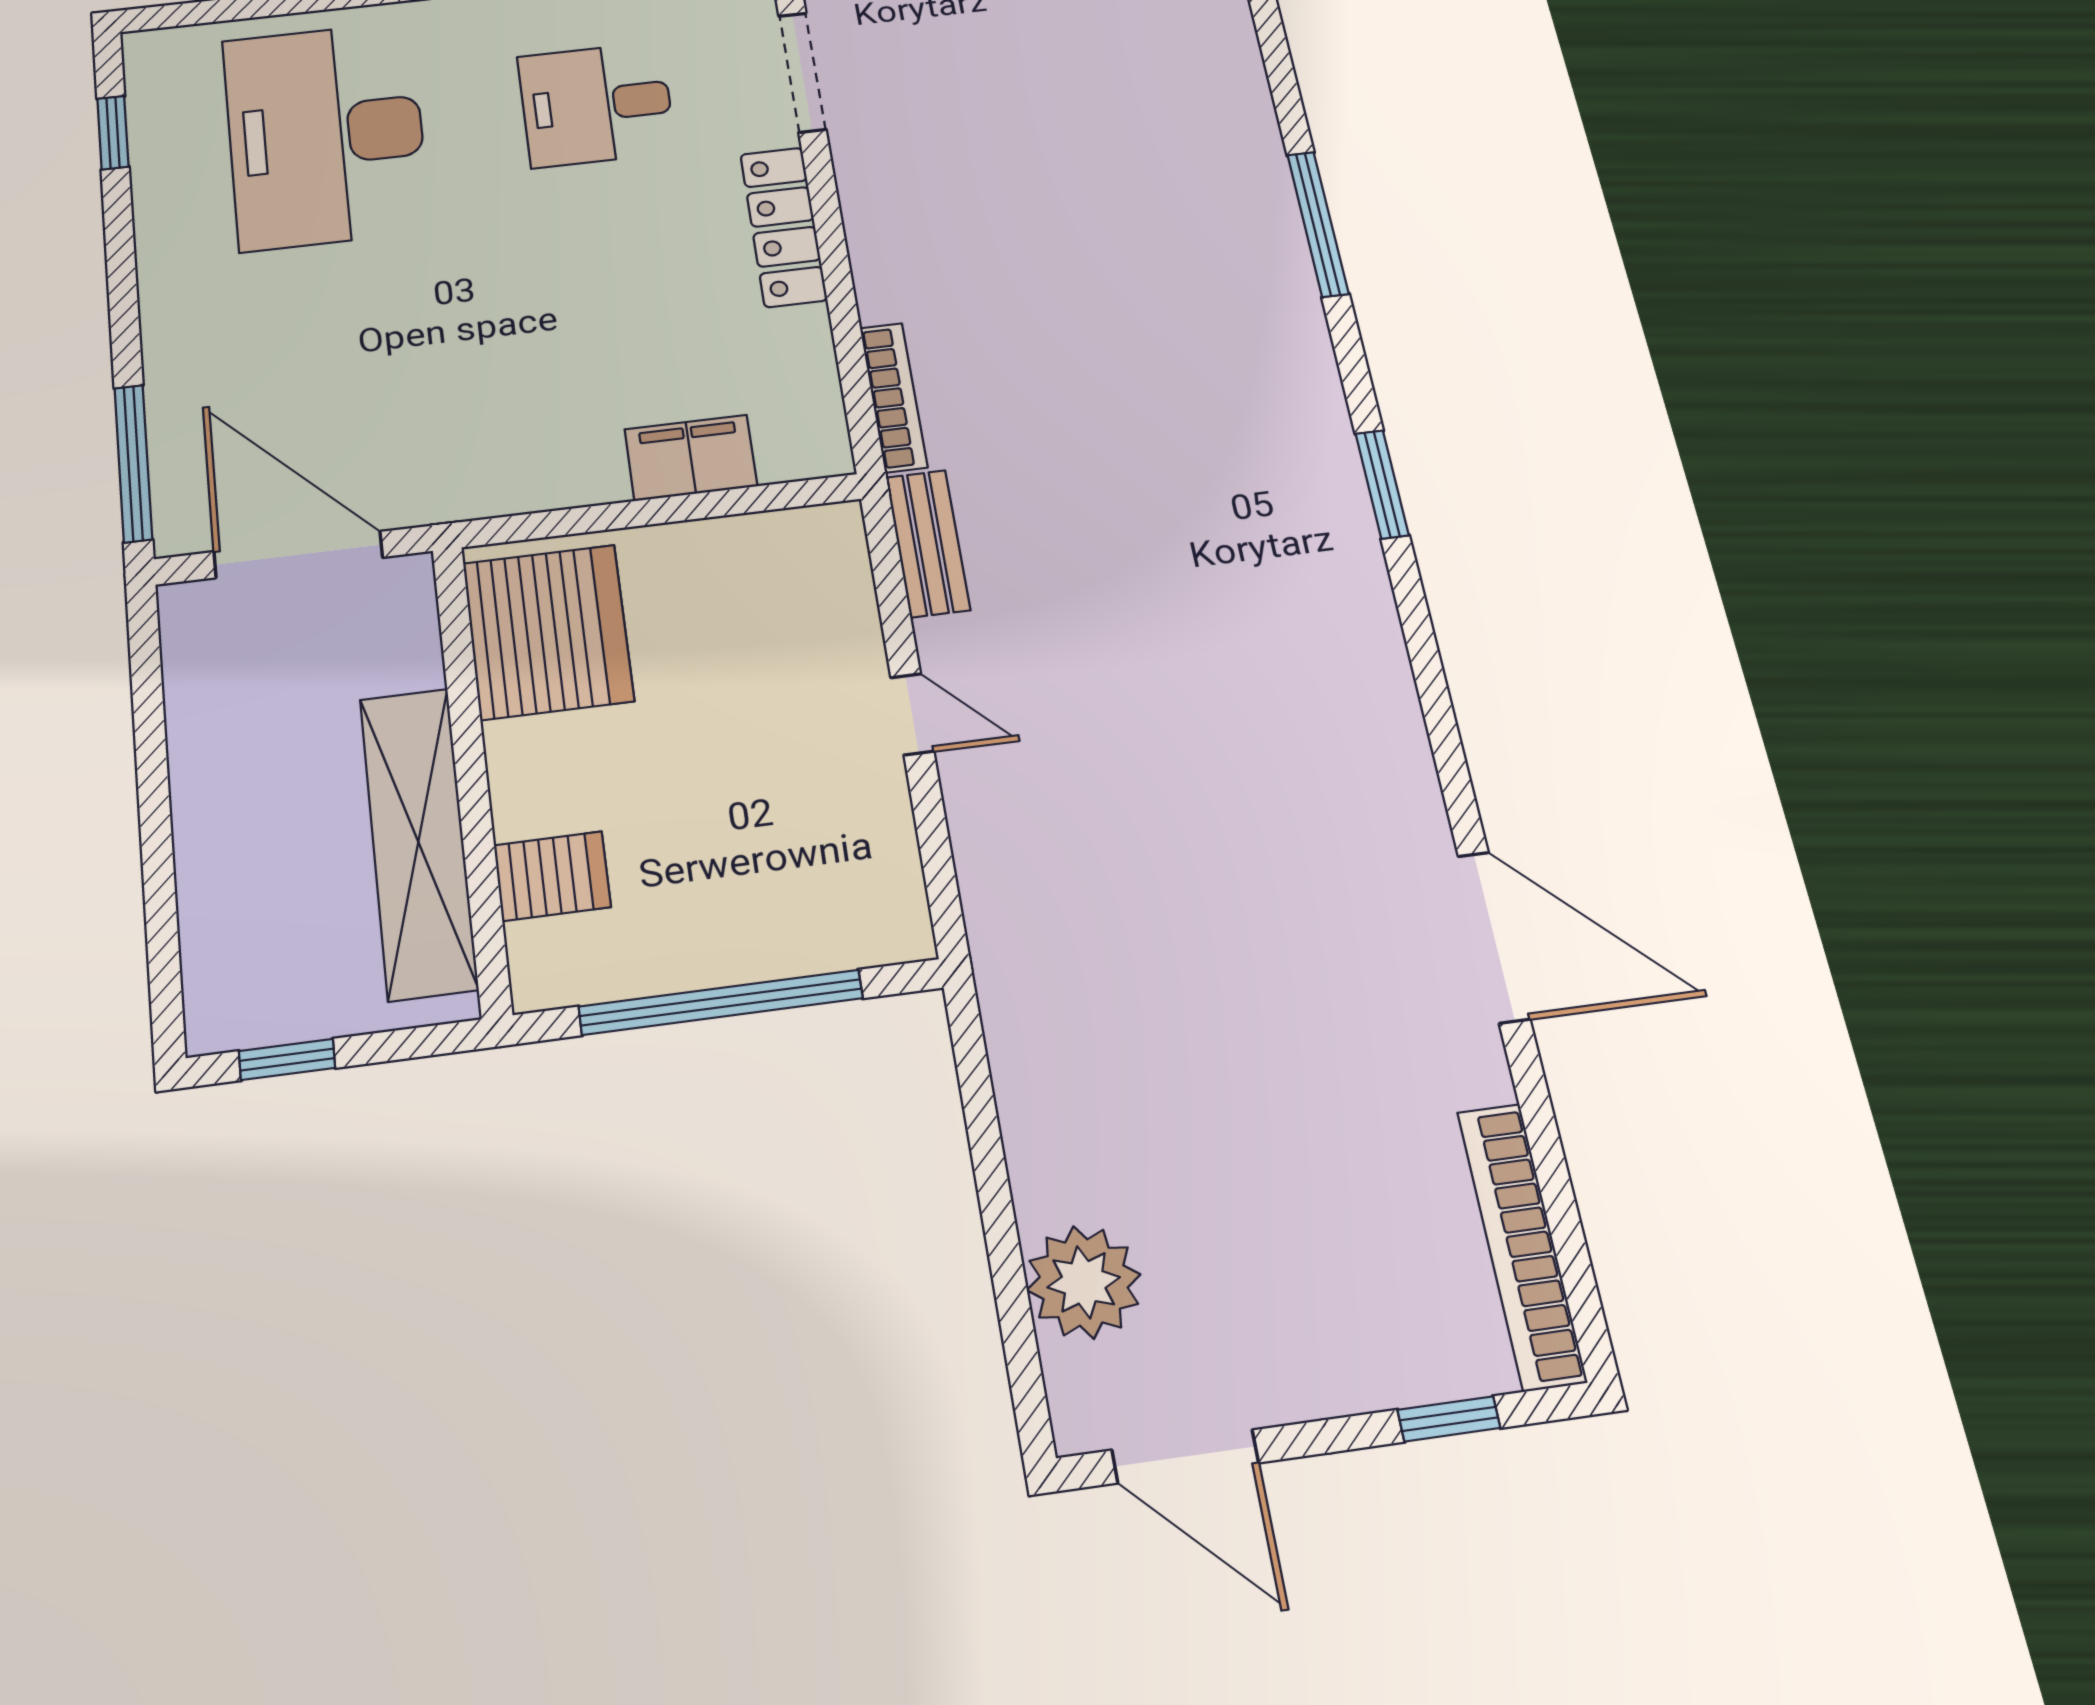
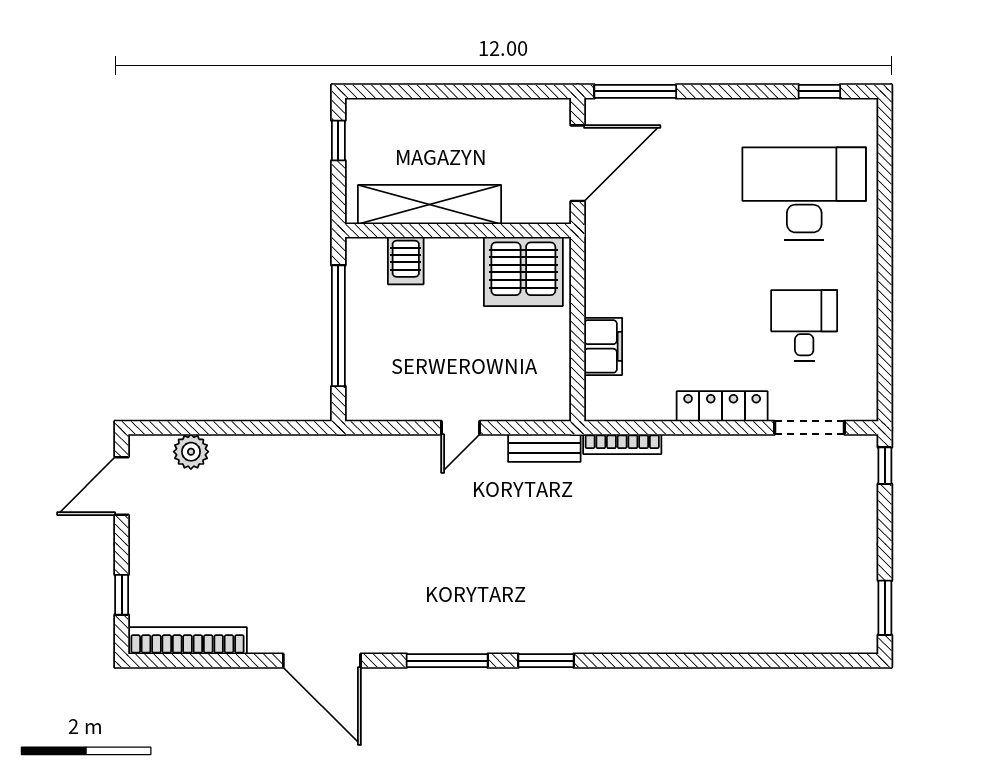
window: (1318, 224) -> (447, 661), moved
door: (1494, 937) -> (322, 661), hinge flipped
plant: (1084, 1282) -> (191, 452), width x0.73, depth x0.73

